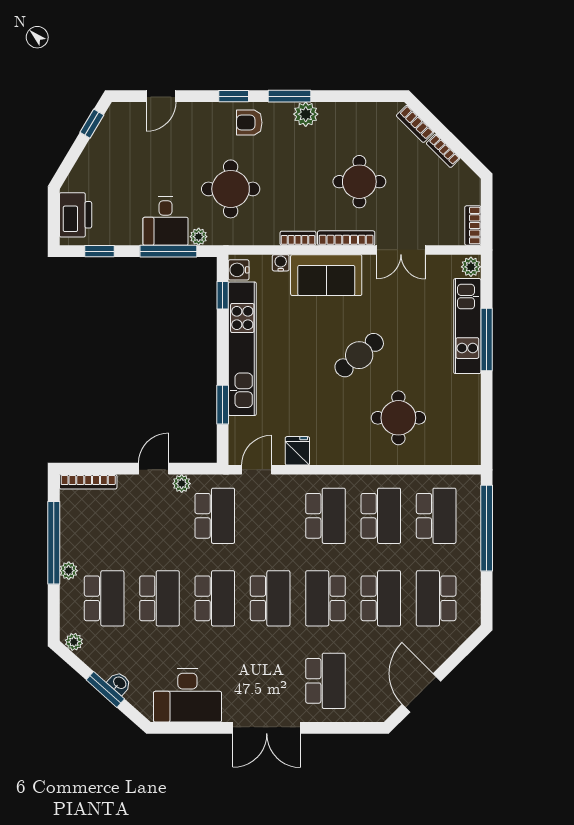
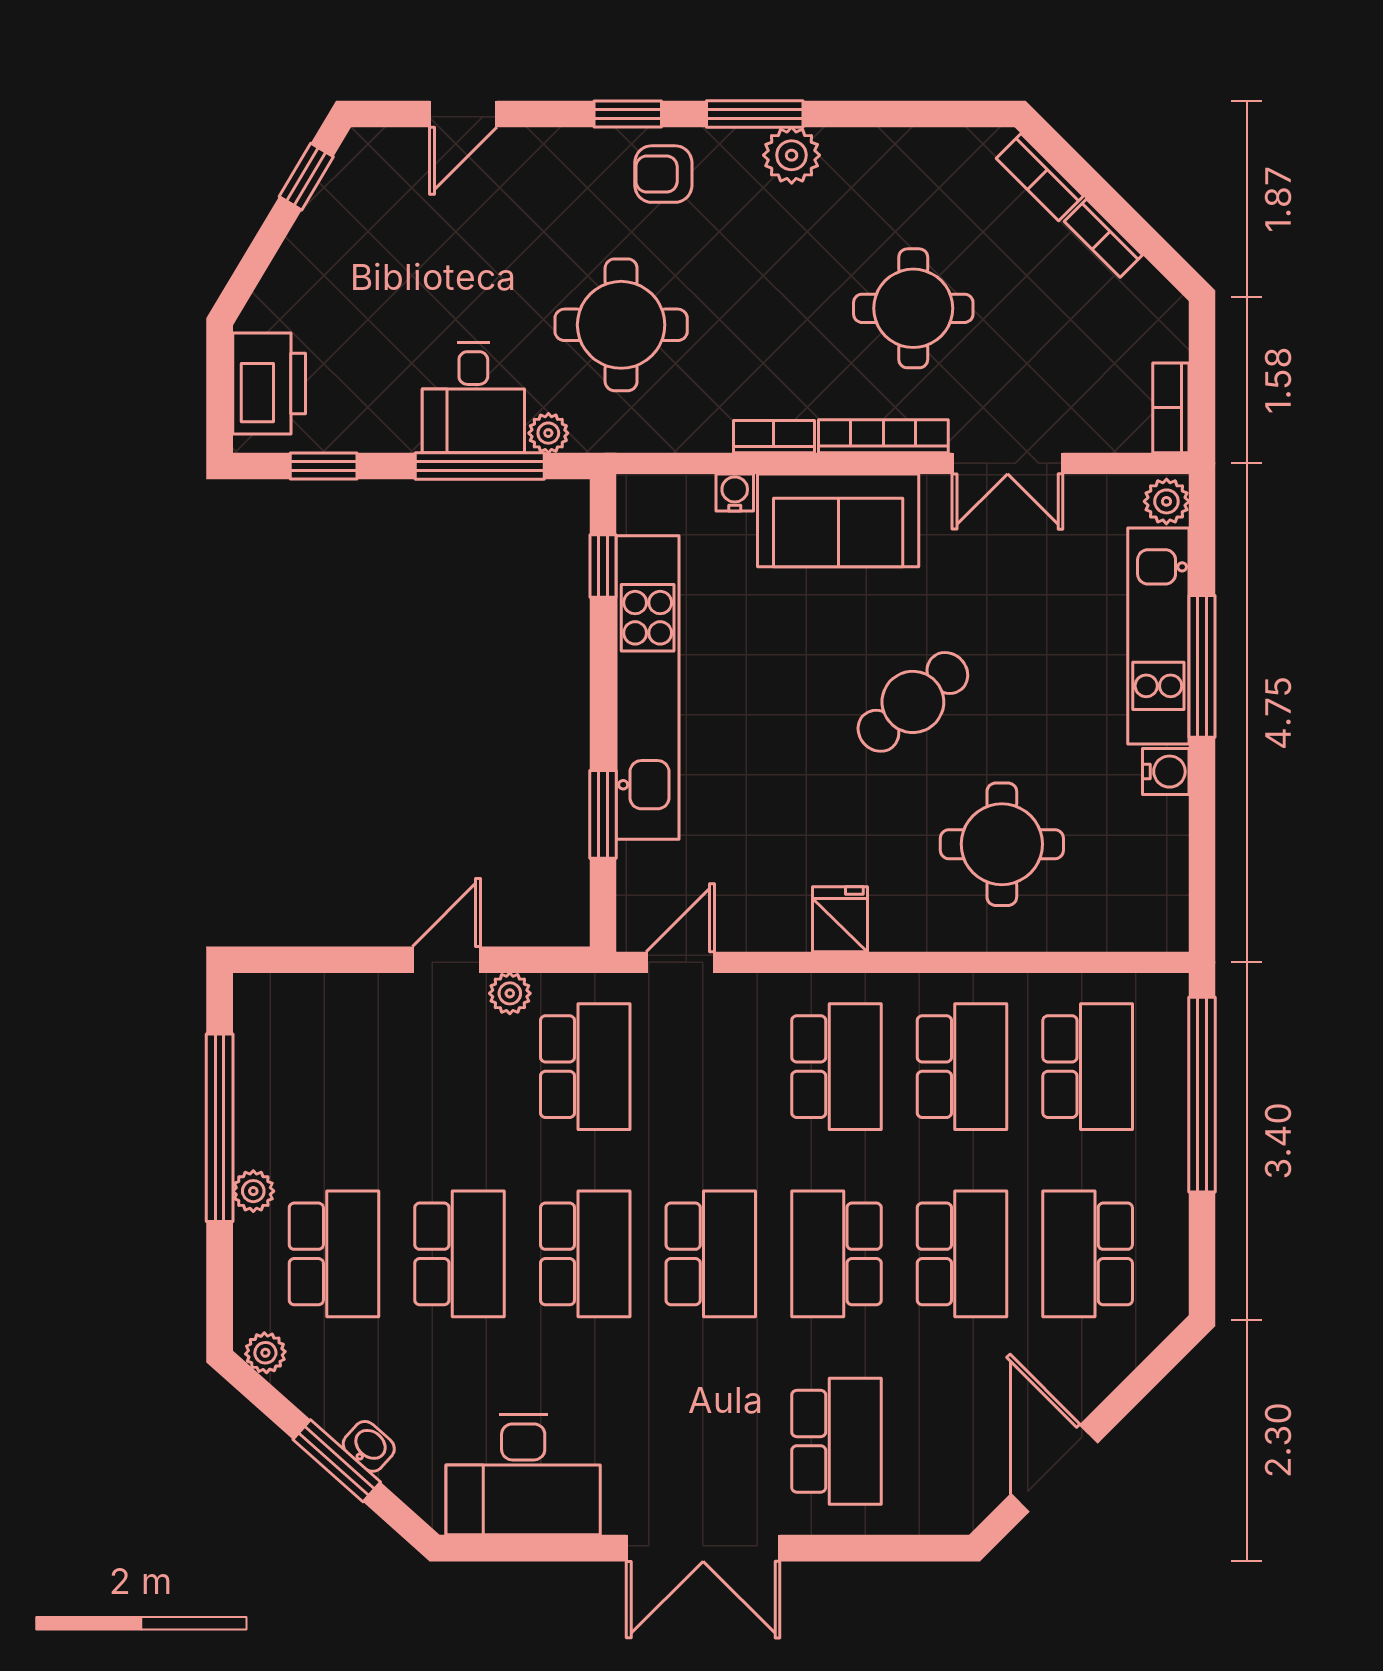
water cooler: (239, 270) -> (1166, 772), moved, turned 180
fridge: (297, 451) -> (840, 919), moved
bookcase: (88, 482) -> (298, 990), removed

